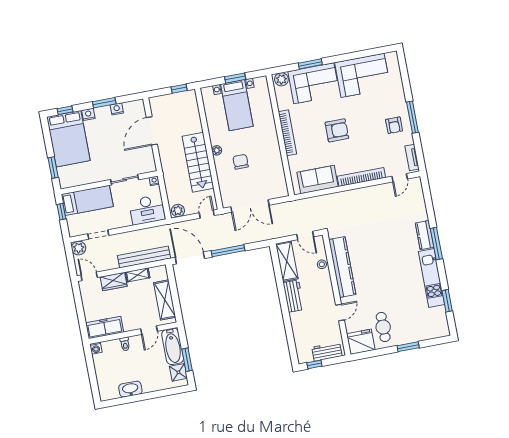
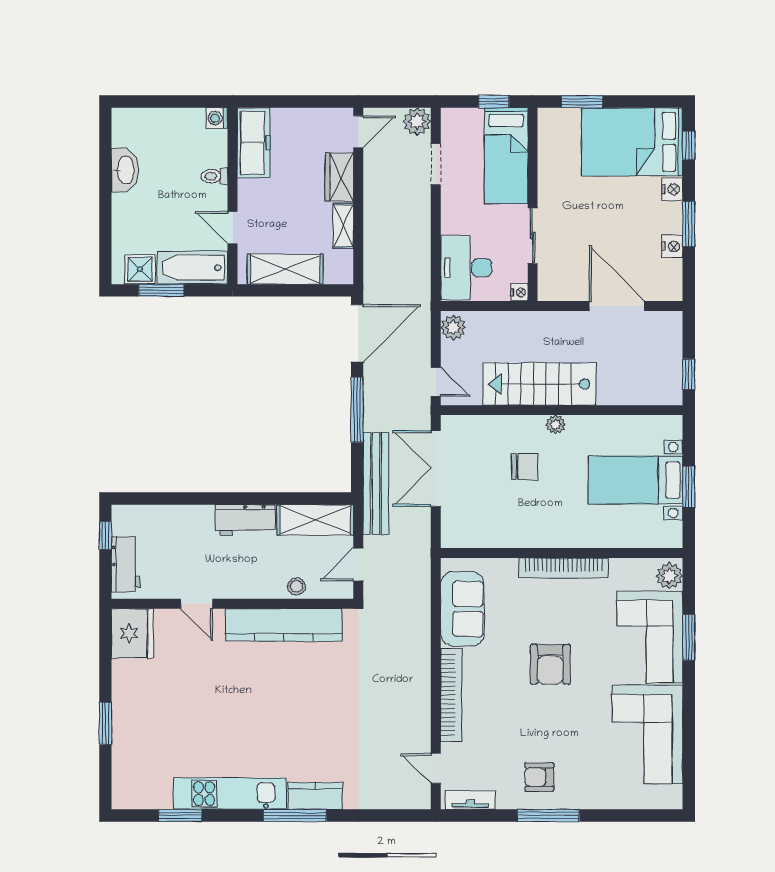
bench: (144, 257) -> (376, 483), moved
cafe table: (383, 327) -> (153, 682), removed

